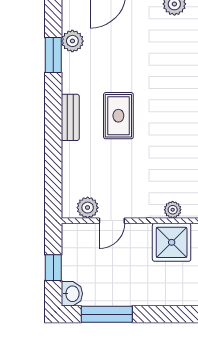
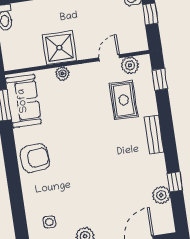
window: (53, 55) -> (175, 182), width x0.67
rug: (118, 116) -> (124, 100), moved
window: (53, 185) -> (160, 79), added

